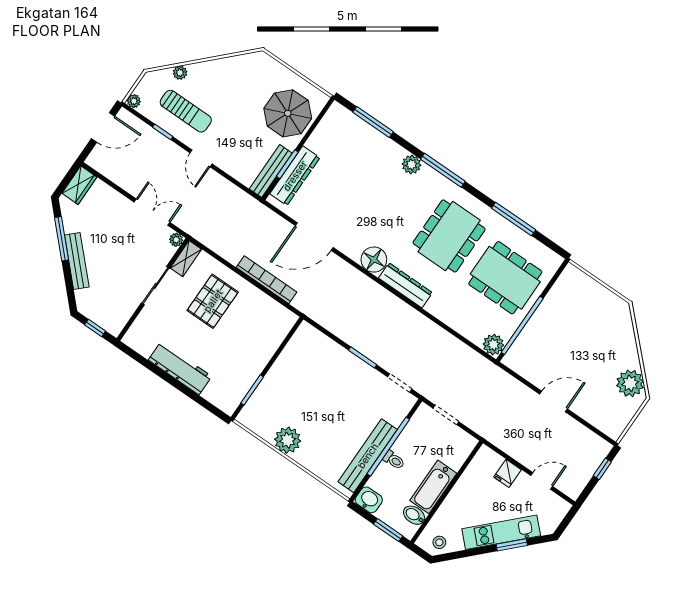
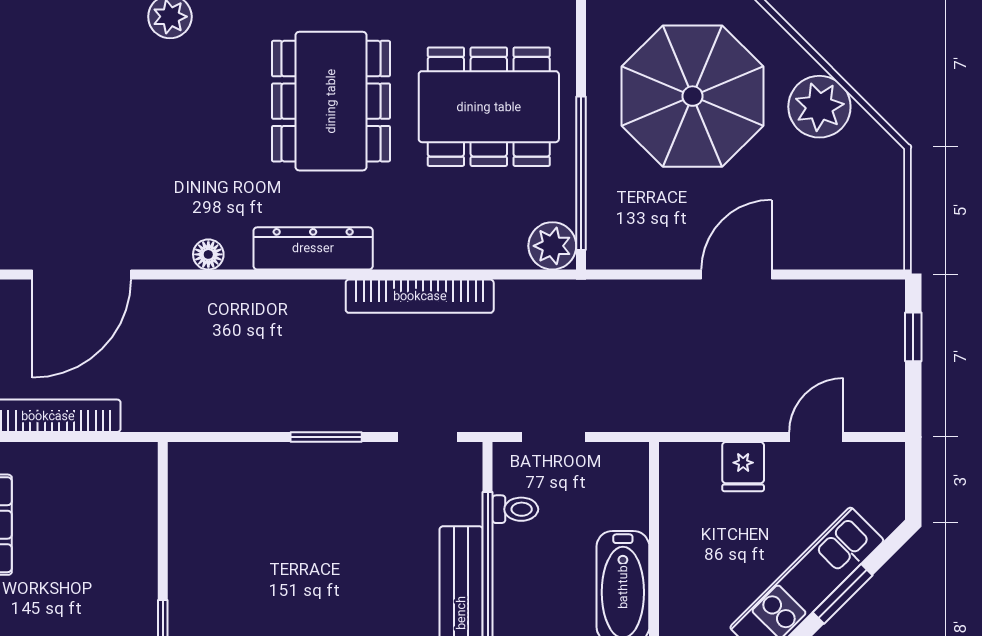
floor lamp: (374, 260) -> (208, 254), width x0.53, depth x0.53
parasol: (582, 325) -> (693, 96), added
bookcase: (432, 330) -> (420, 296), added
plant: (630, 383) -> (819, 107), moved
toilet: (394, 460) -> (515, 509), moved

